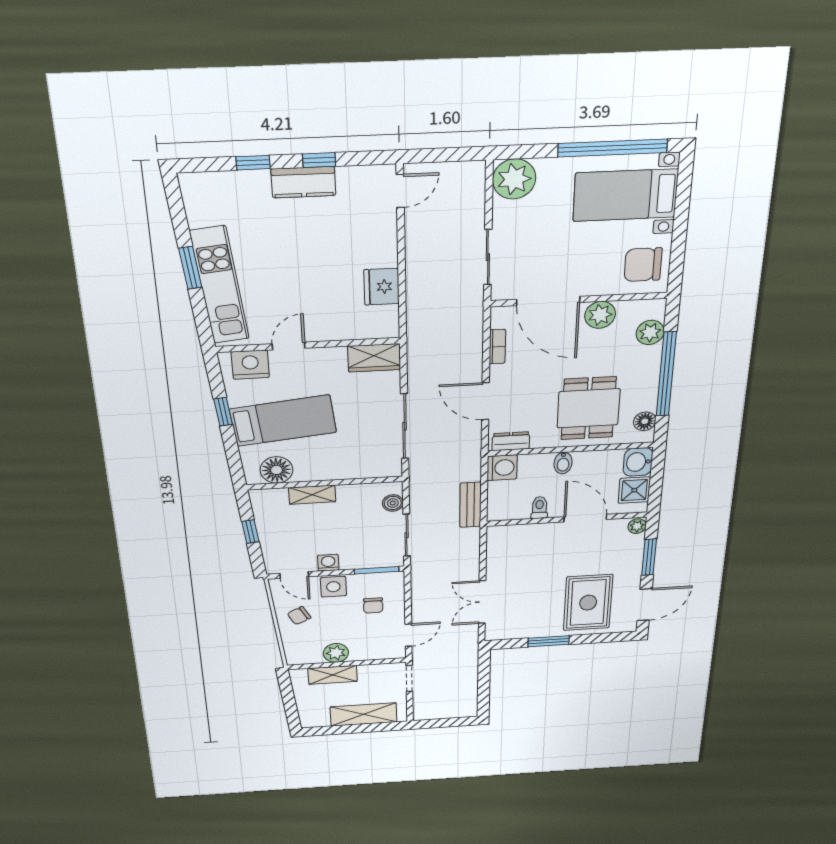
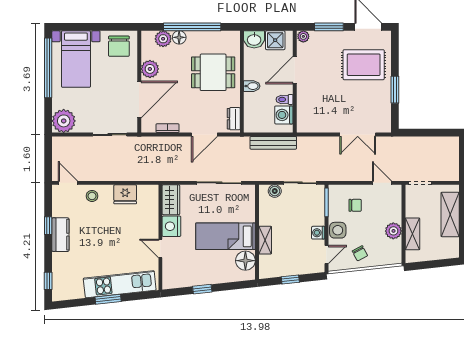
window: (253, 163) -> (48, 281), moved
stool: (377, 233) -> (92, 196), added
nightstand: (250, 365) -> (171, 226), moved
bed: (283, 421) -> (225, 236), moved, turned -84
floor lamp: (645, 421) -> (179, 37), moved
washing machine: (502, 468) -> (284, 115), moved, turned -90
bench: (470, 505) -> (273, 143), width x1.36

